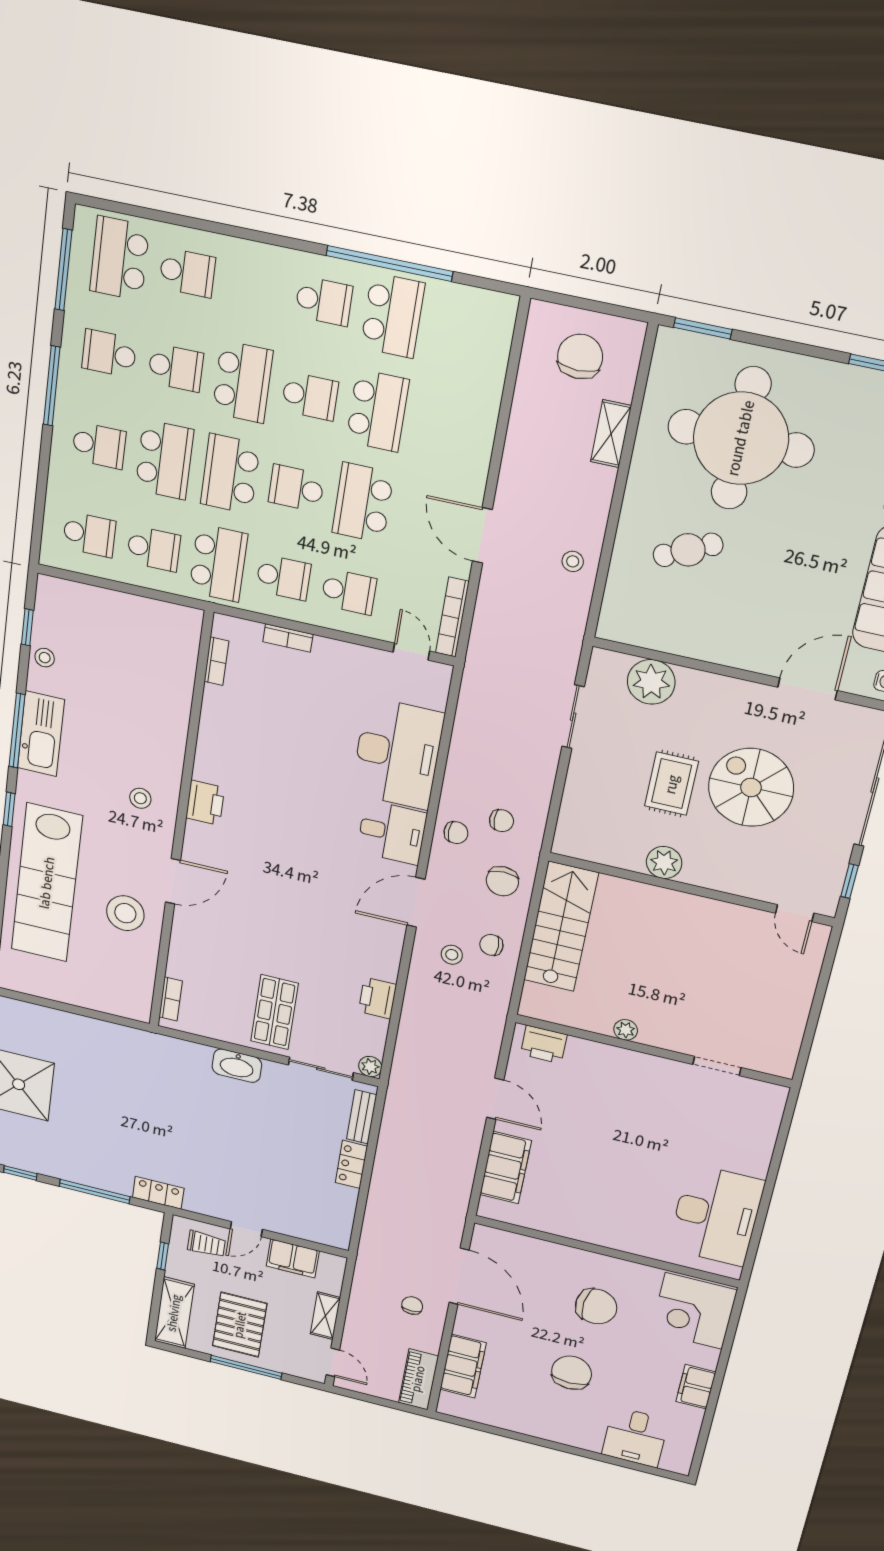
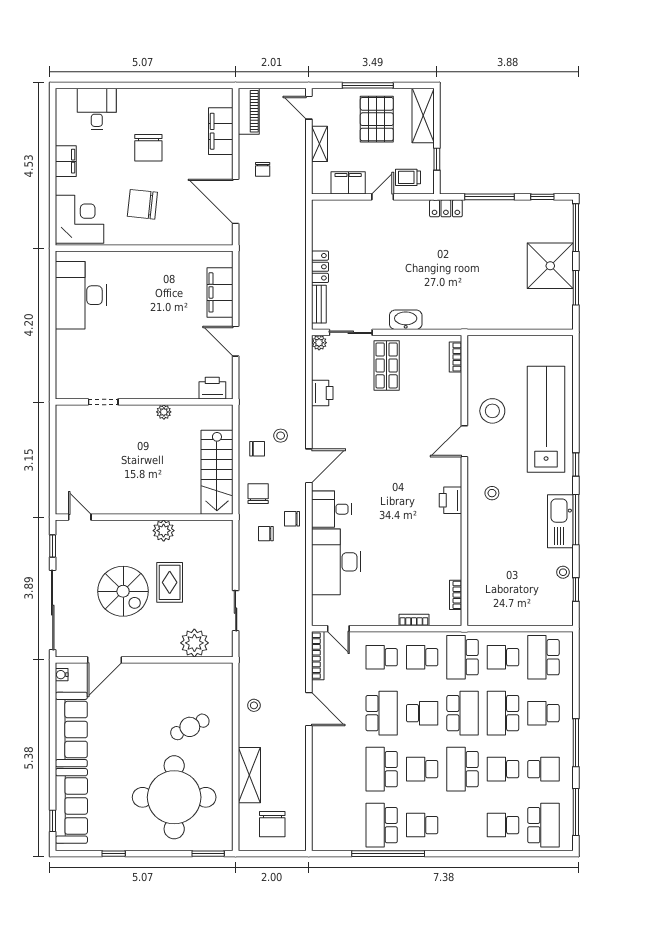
shelving: (611, 434) -> (249, 775), width x1.50, depth x1.33
school desk: (89, 534) -> (543, 657), width x1.85

